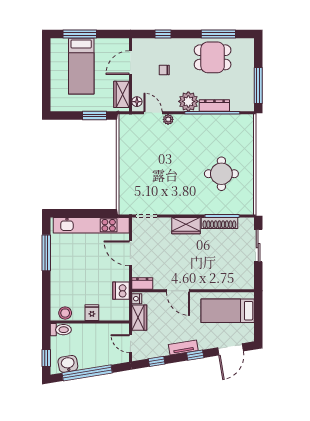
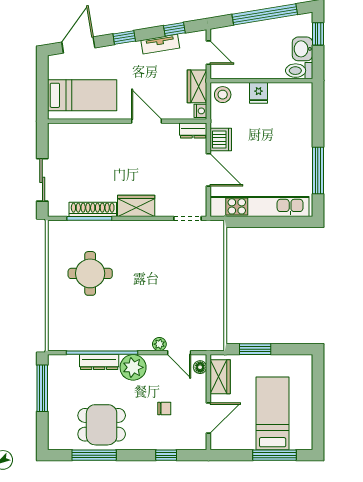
dishwasher: (121, 291) -> (221, 139), moved
stool: (65, 313) -> (223, 95), moved
tv unit: (183, 347) -> (160, 44), moved
washbasin: (68, 364) -> (302, 49), moved, turned 99

